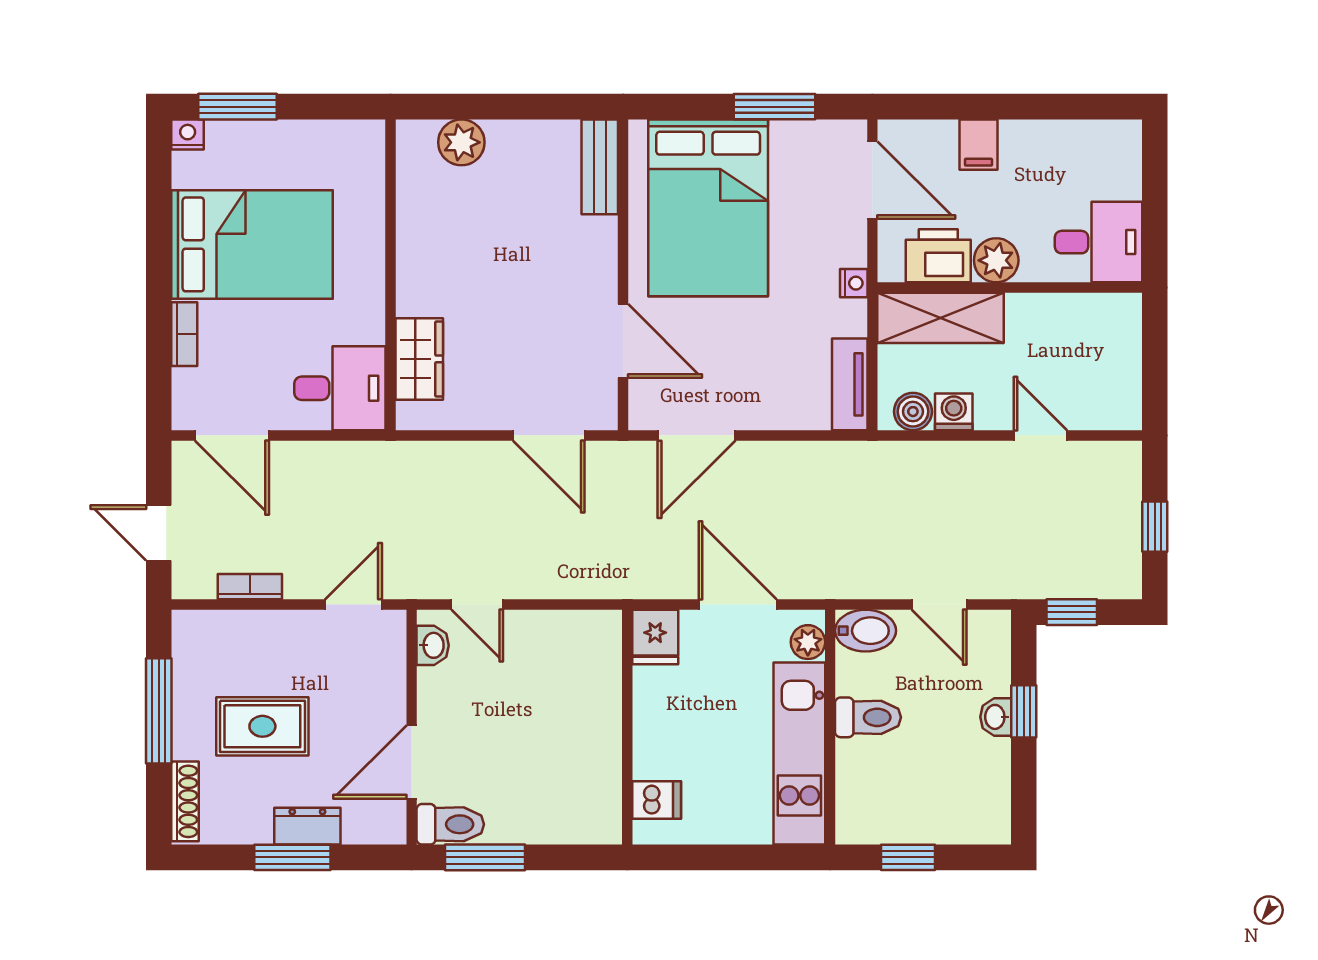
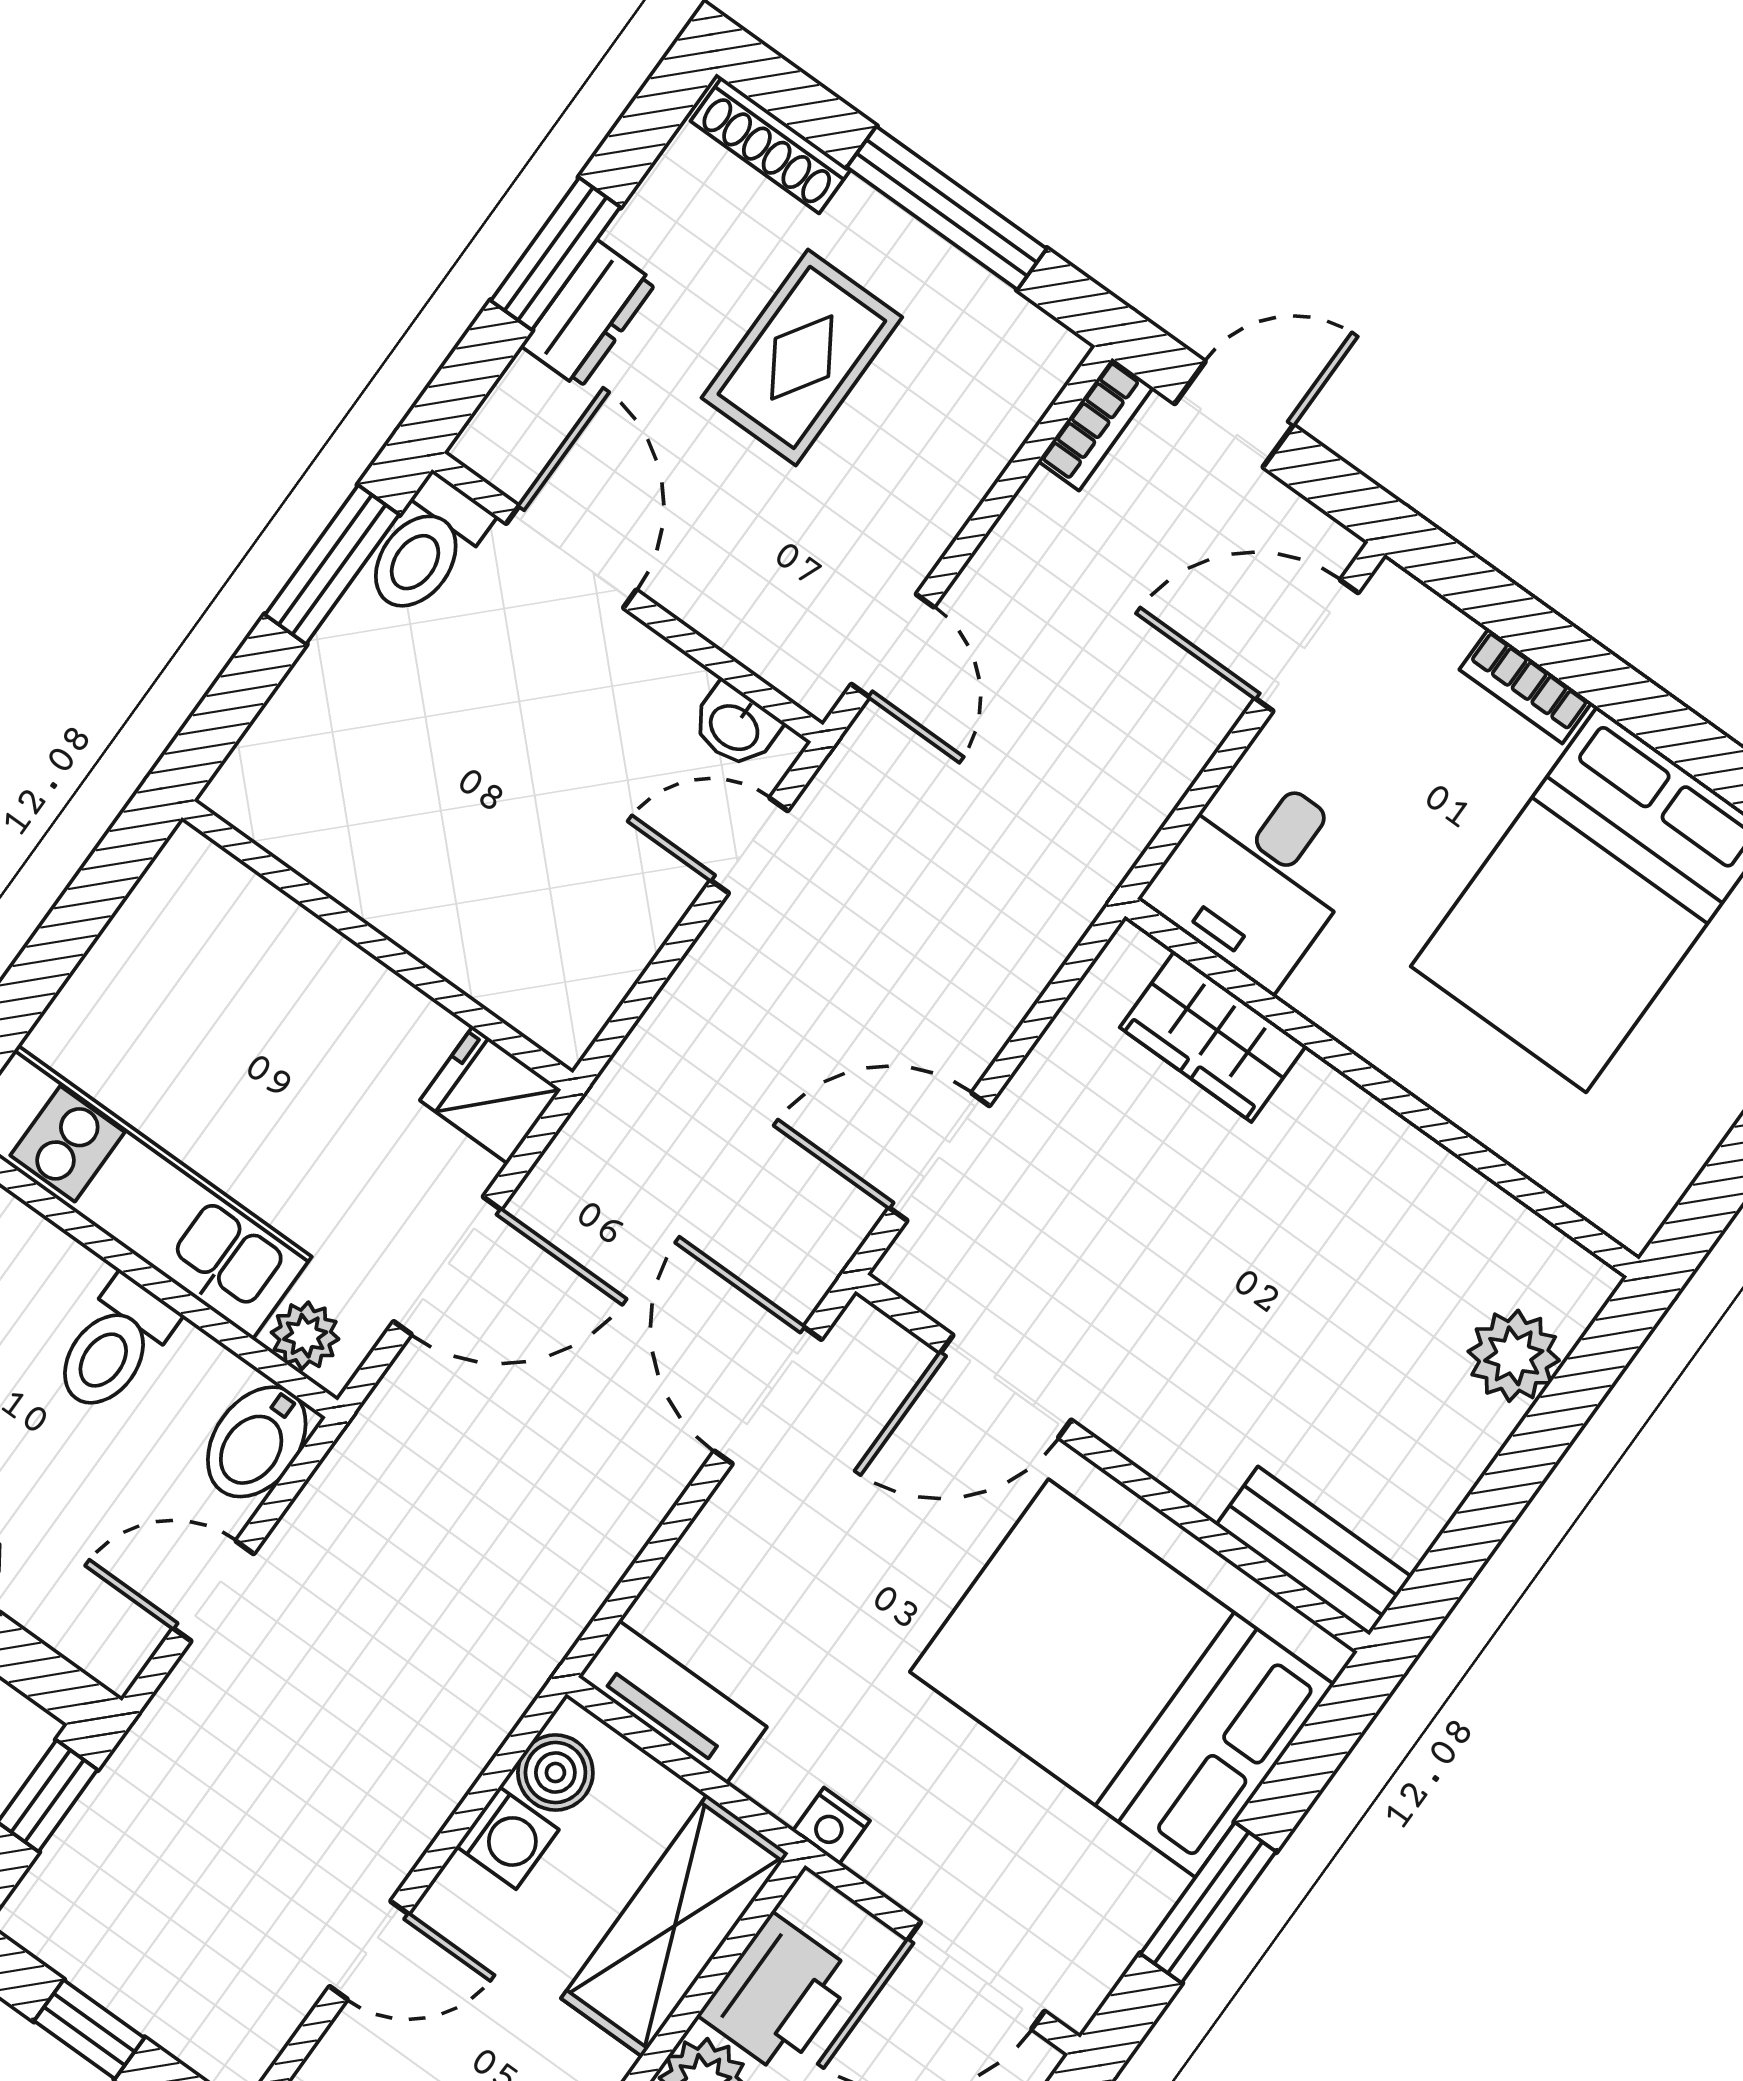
bookcase: (250, 587) -> (1096, 424), moved
dishwasher: (657, 800) -> (226, 908), removed

